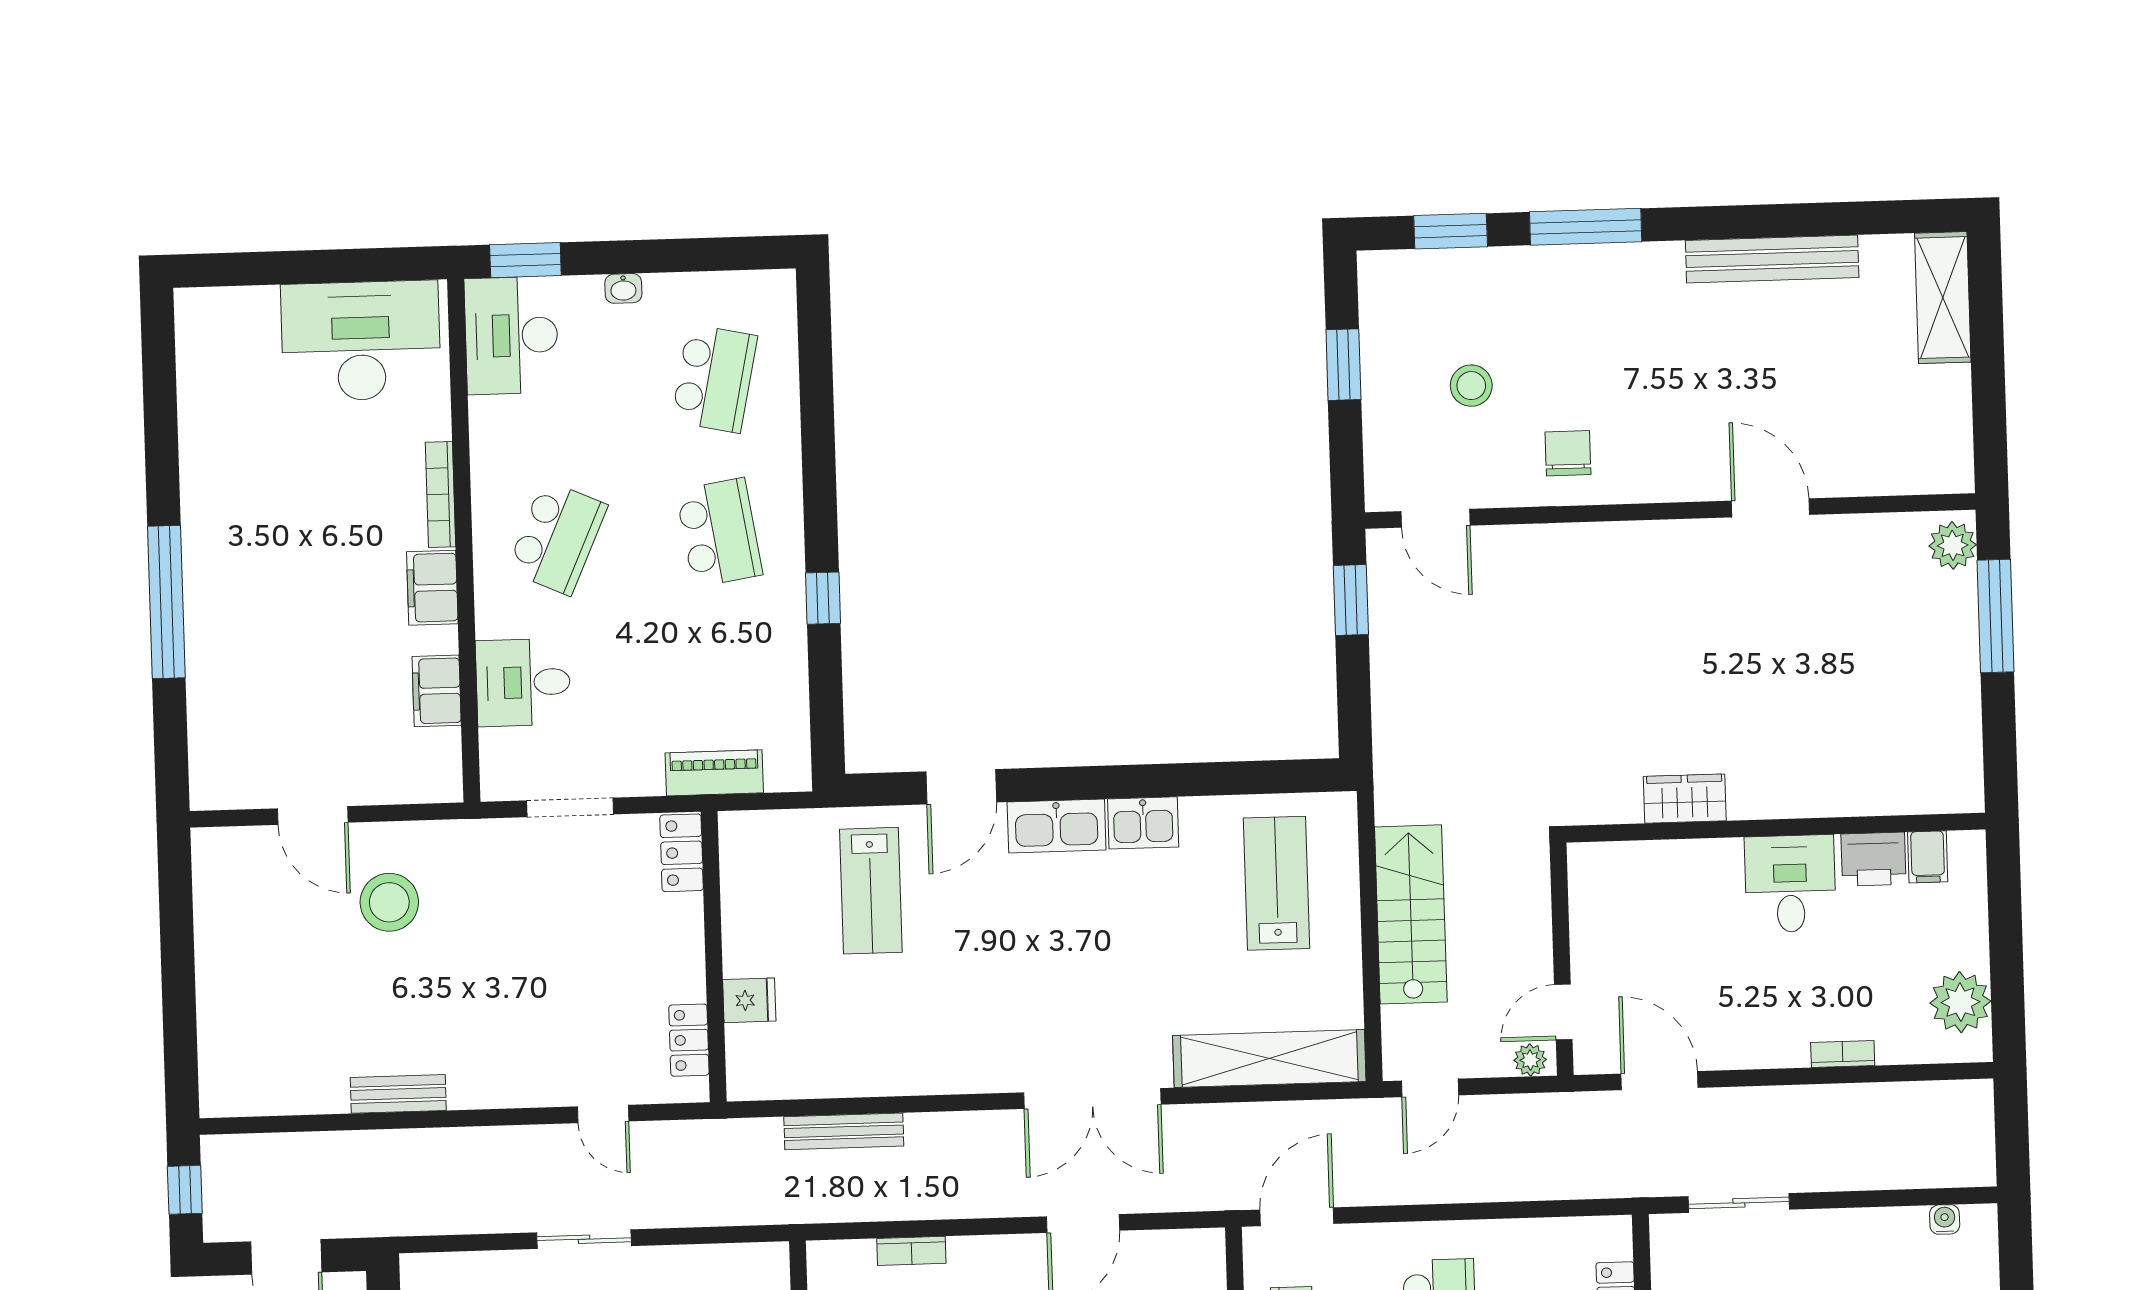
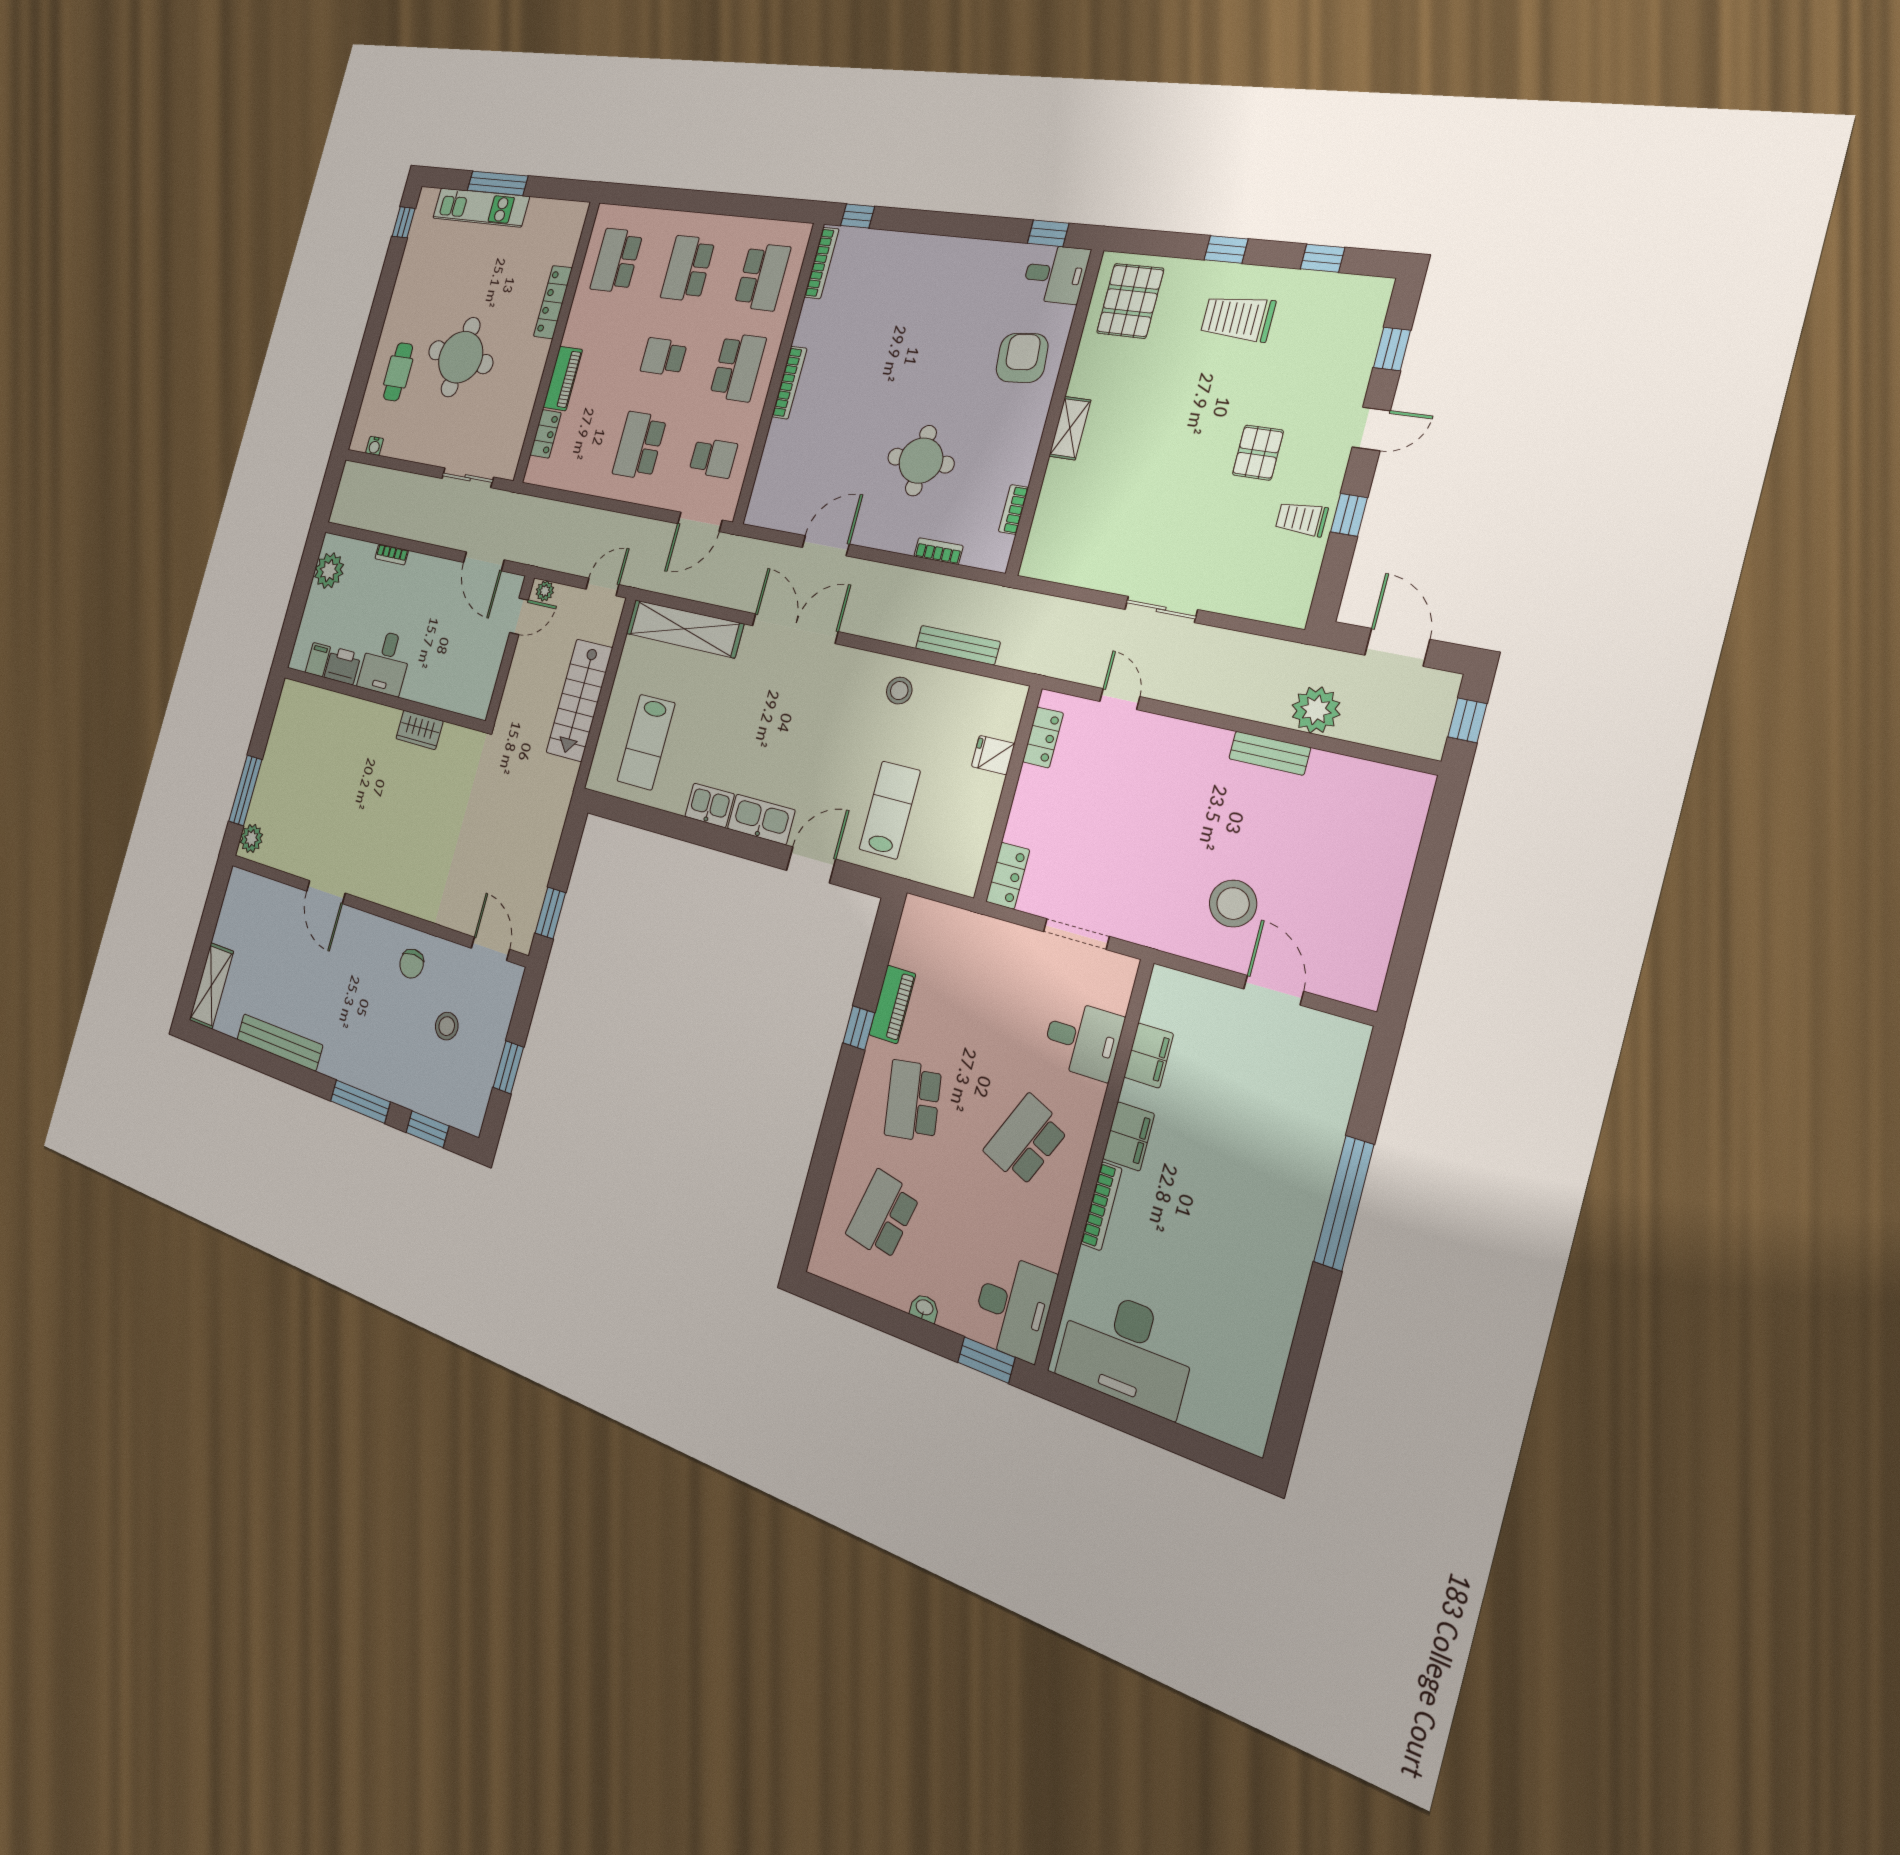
piano: (714, 773) -> (892, 1004), moved, turned -90
stool: (908, 1051) -> (899, 691), added
plant: (359, 1160) -> (1316, 710), added

